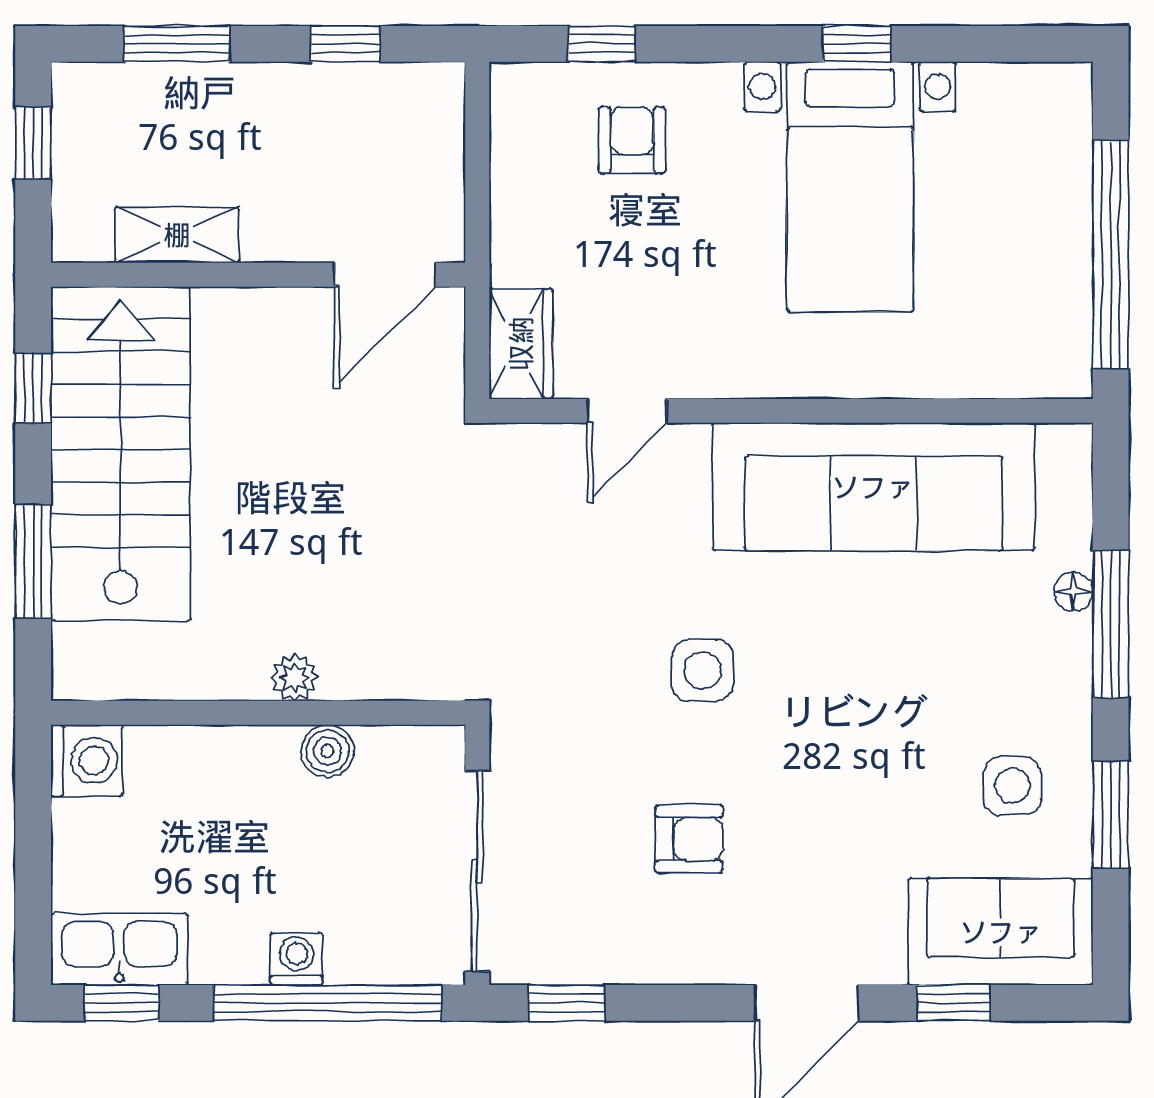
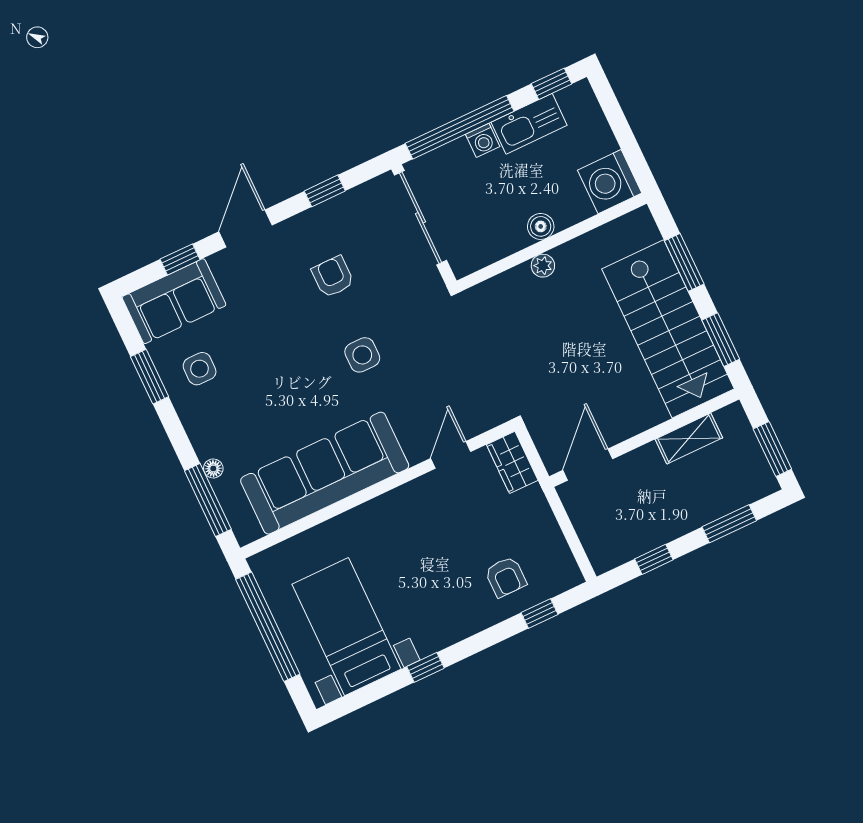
window: (33, 143) -> (772, 449), width x1.50
bed with nightstands: (850, 187) -> (347, 627), moved
window: (33, 388) -> (721, 340), width x1.50
window: (1111, 624) -> (208, 500), moved
boiler: (328, 751) -> (541, 226), moved
washing machine: (87, 760) -> (610, 182), width x1.37, depth x1.37
armchair: (689, 839) -> (333, 277), turned 90
kitchen sink: (119, 949) -> (529, 124), moved
window: (567, 1003) -> (325, 191), moved

